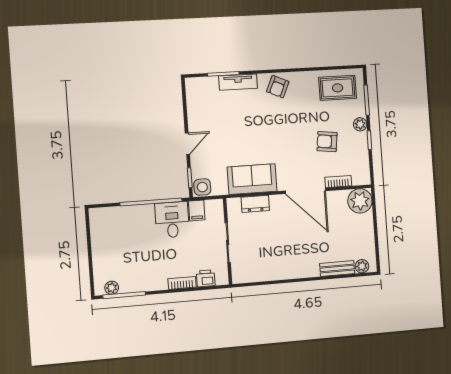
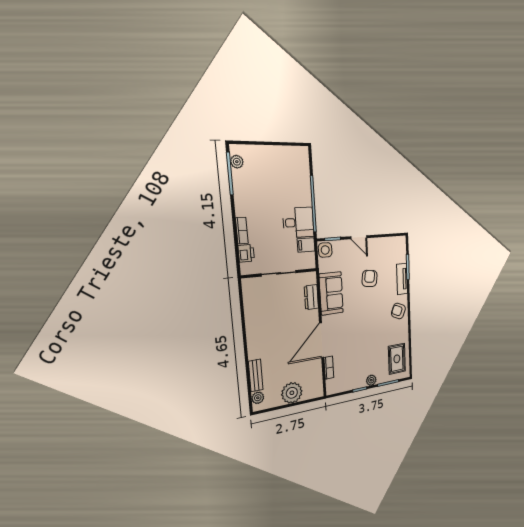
armchair: (327, 142) -> (370, 278), moved
plant: (360, 201) -> (292, 393), moved

